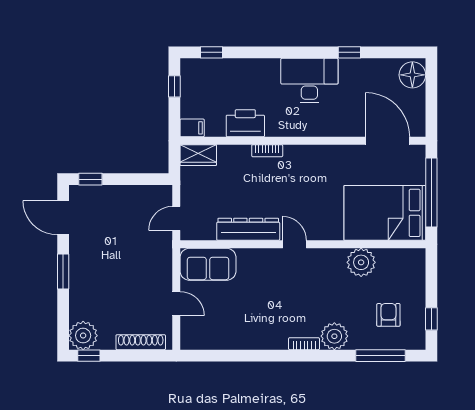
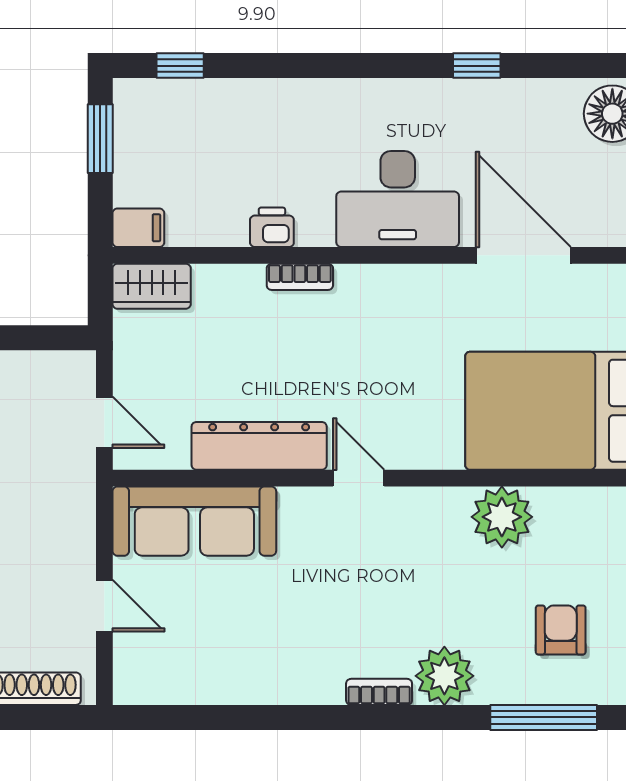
desk: (309, 81) -> (398, 199), moved, turned 180
window: (174, 86) -> (100, 139), width x1.50
printer: (245, 123) -> (272, 227), width x0.53, depth x0.68
door: (388, 141) -> (523, 255), moved
door: (176, 218) -> (104, 422), swing flipped
sofa: (208, 264) -> (194, 521), width x1.36

